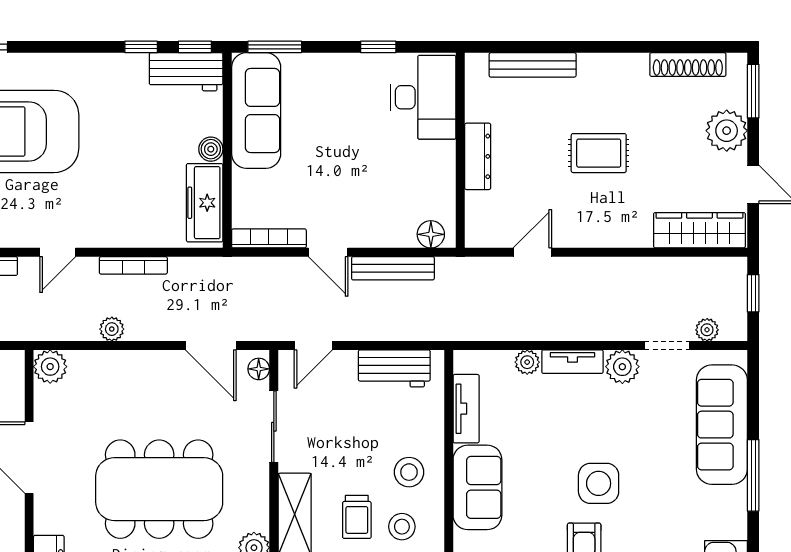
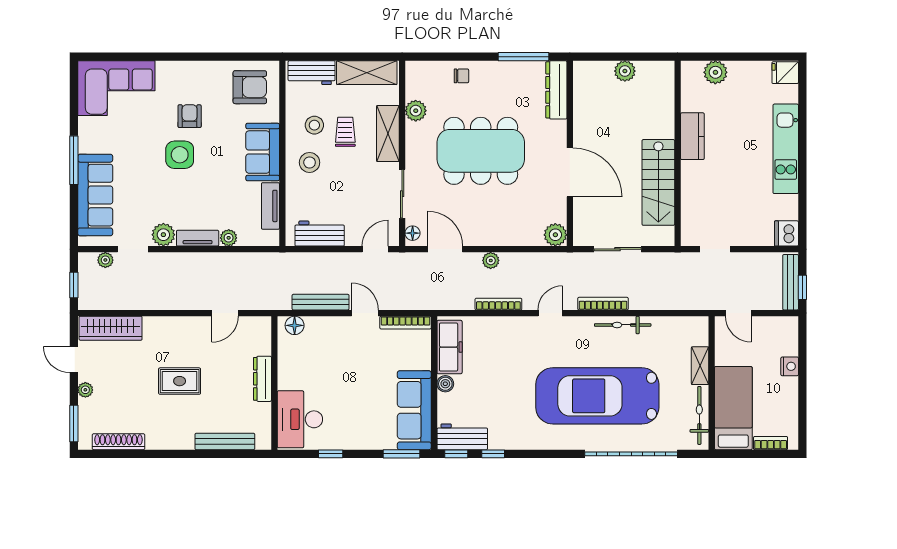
plant: (727, 131) -> (85, 390), width x0.53, depth x0.53
plant: (112, 329) -> (491, 260), moved

